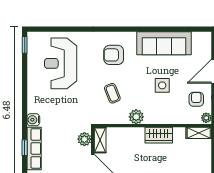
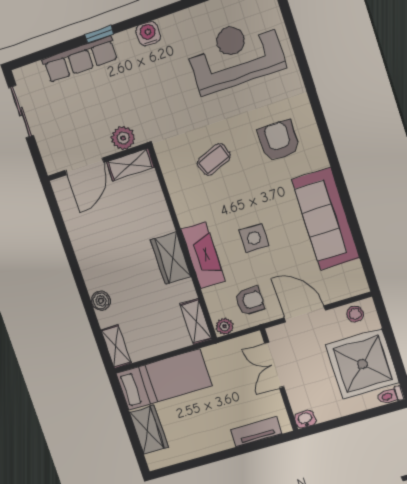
plant: (136, 117) -> (188, 212), removed
fireplace: (163, 117) -> (203, 255), added
water cooler: (33, 120) -> (148, 34), moved
window: (25, 148) -> (99, 34), moved

